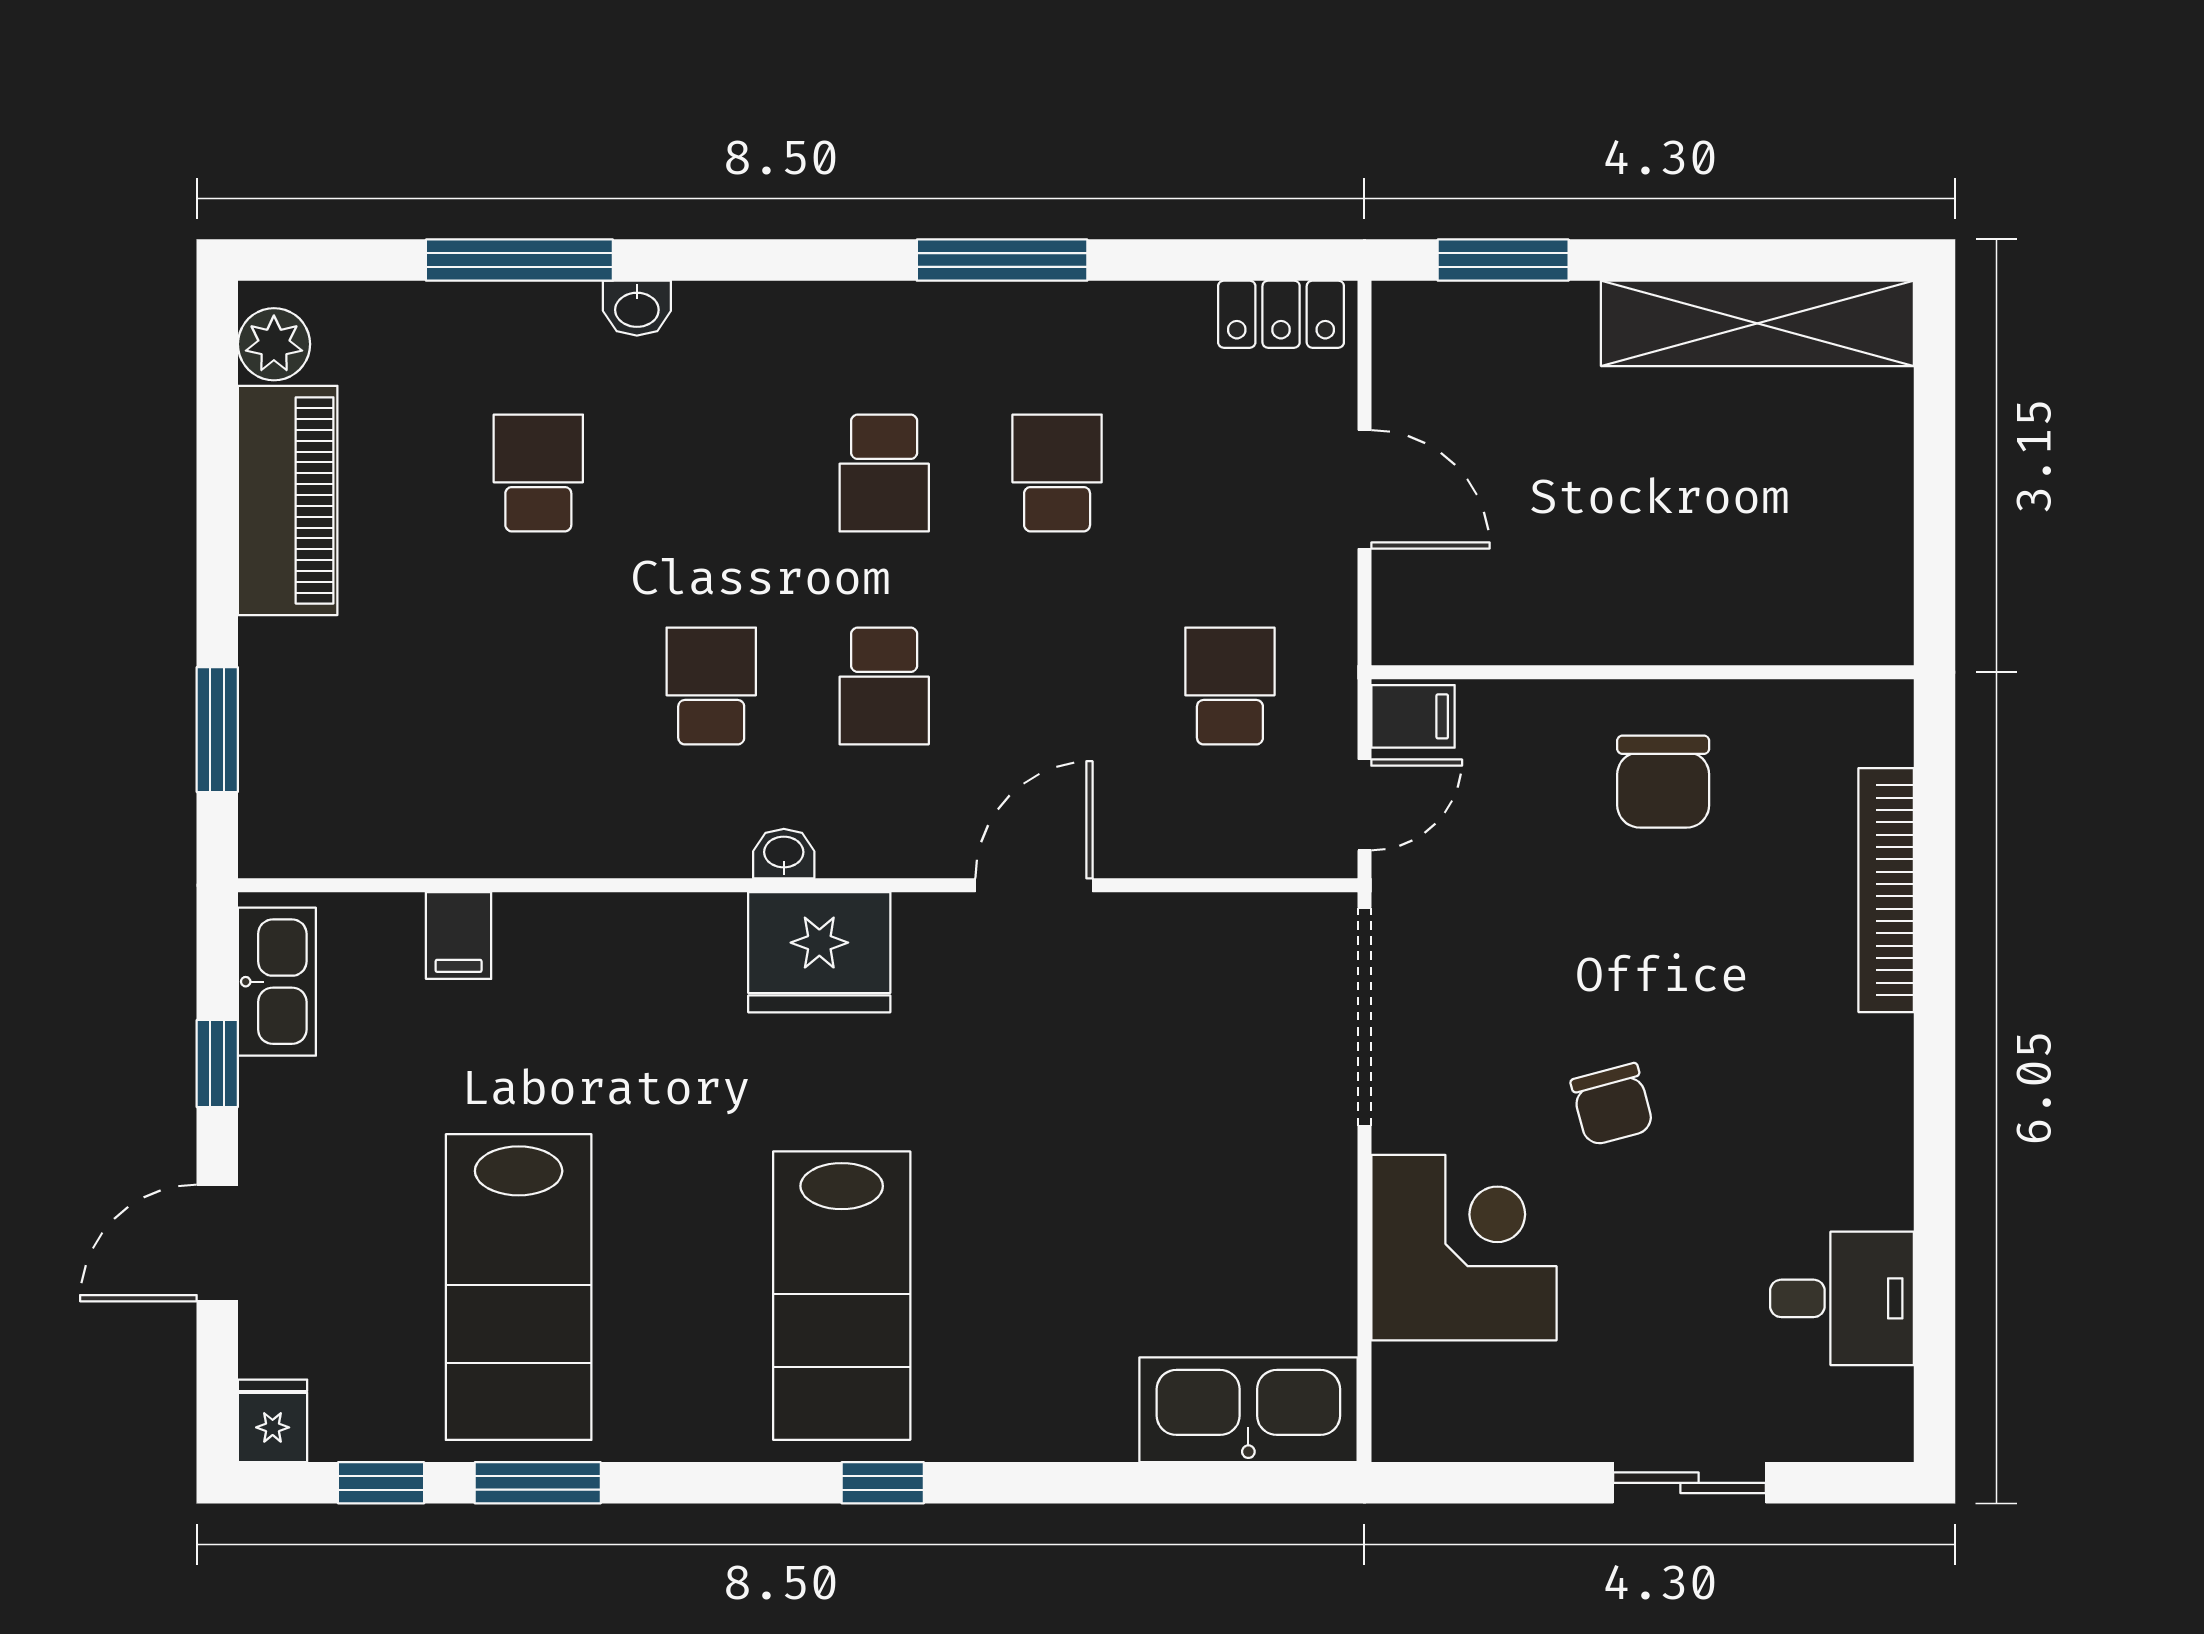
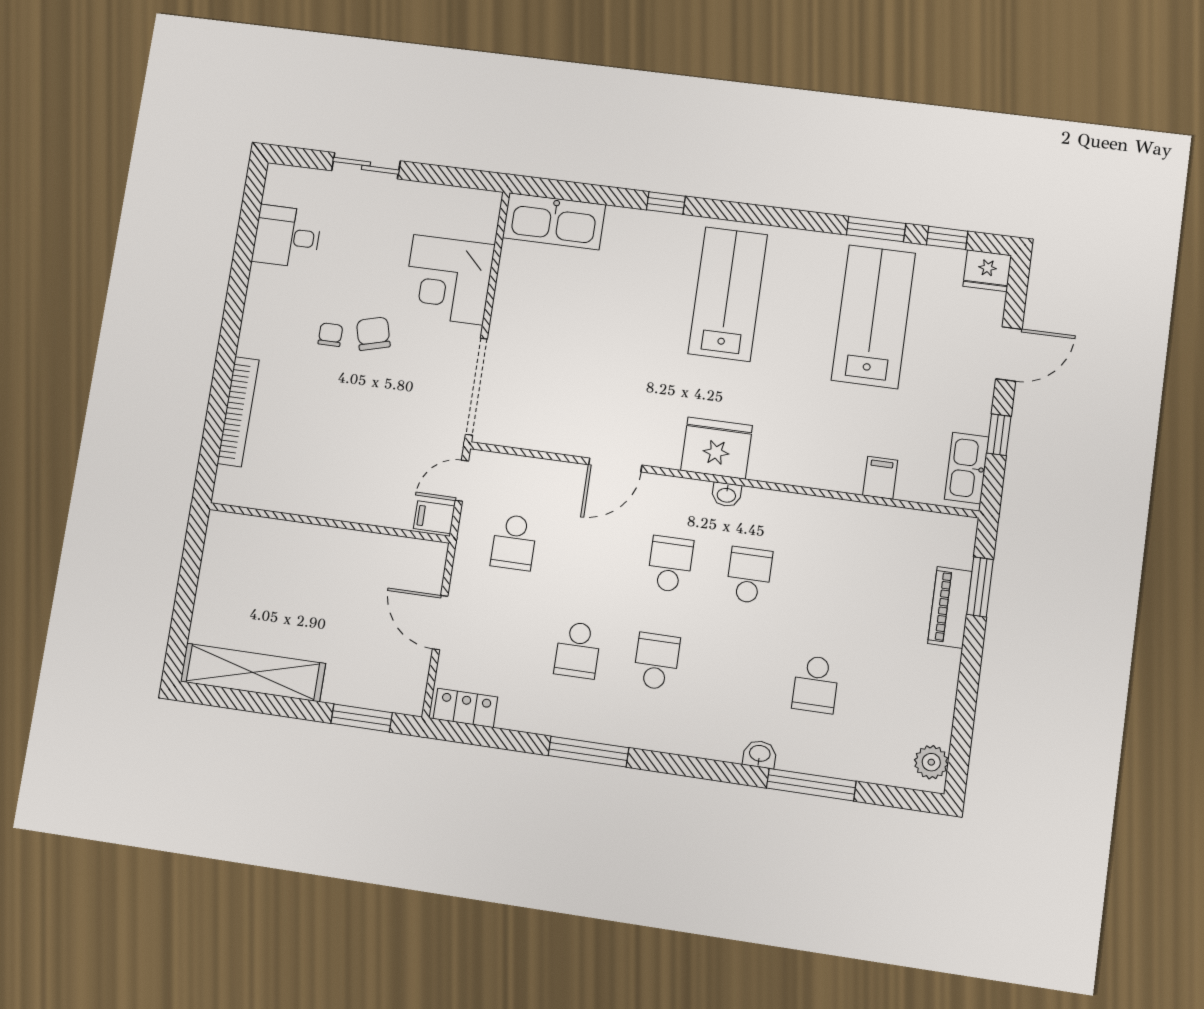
piano: (288, 500) -> (950, 607), moved, width x0.73, depth x0.75
school desk: (711, 686) -> (749, 575), turned 180
chair: (1663, 782) -> (330, 335), moved, width x0.54, depth x0.54
fridge: (273, 1421) -> (987, 271), width x1.38
window: (883, 1483) -> (666, 203), moved

